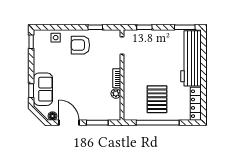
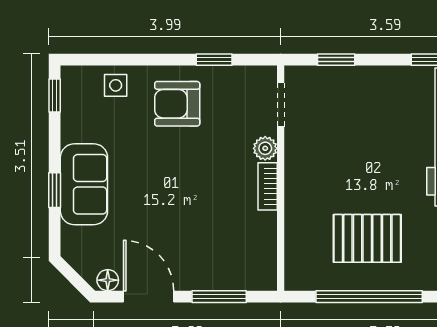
sofa: (43, 89) -> (84, 184), moved
window: (31, 91) -> (55, 190), moved
plant: (116, 94) -> (265, 148), moved
pallet: (157, 99) -> (367, 238), turned 90

